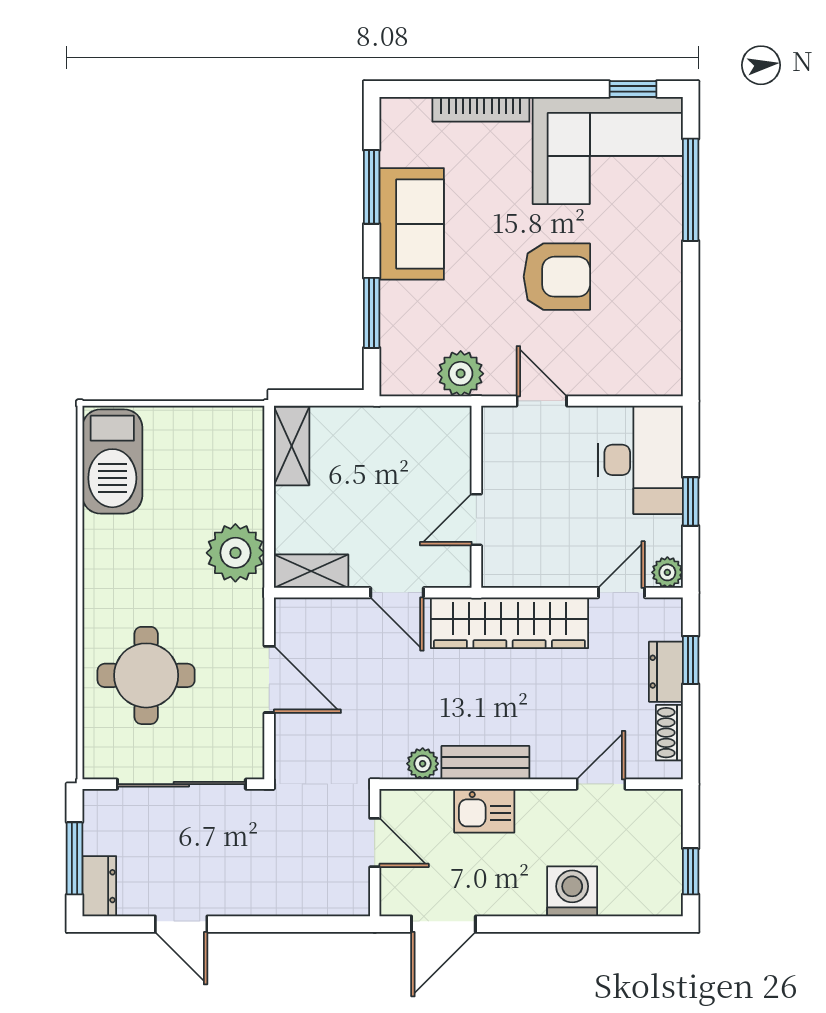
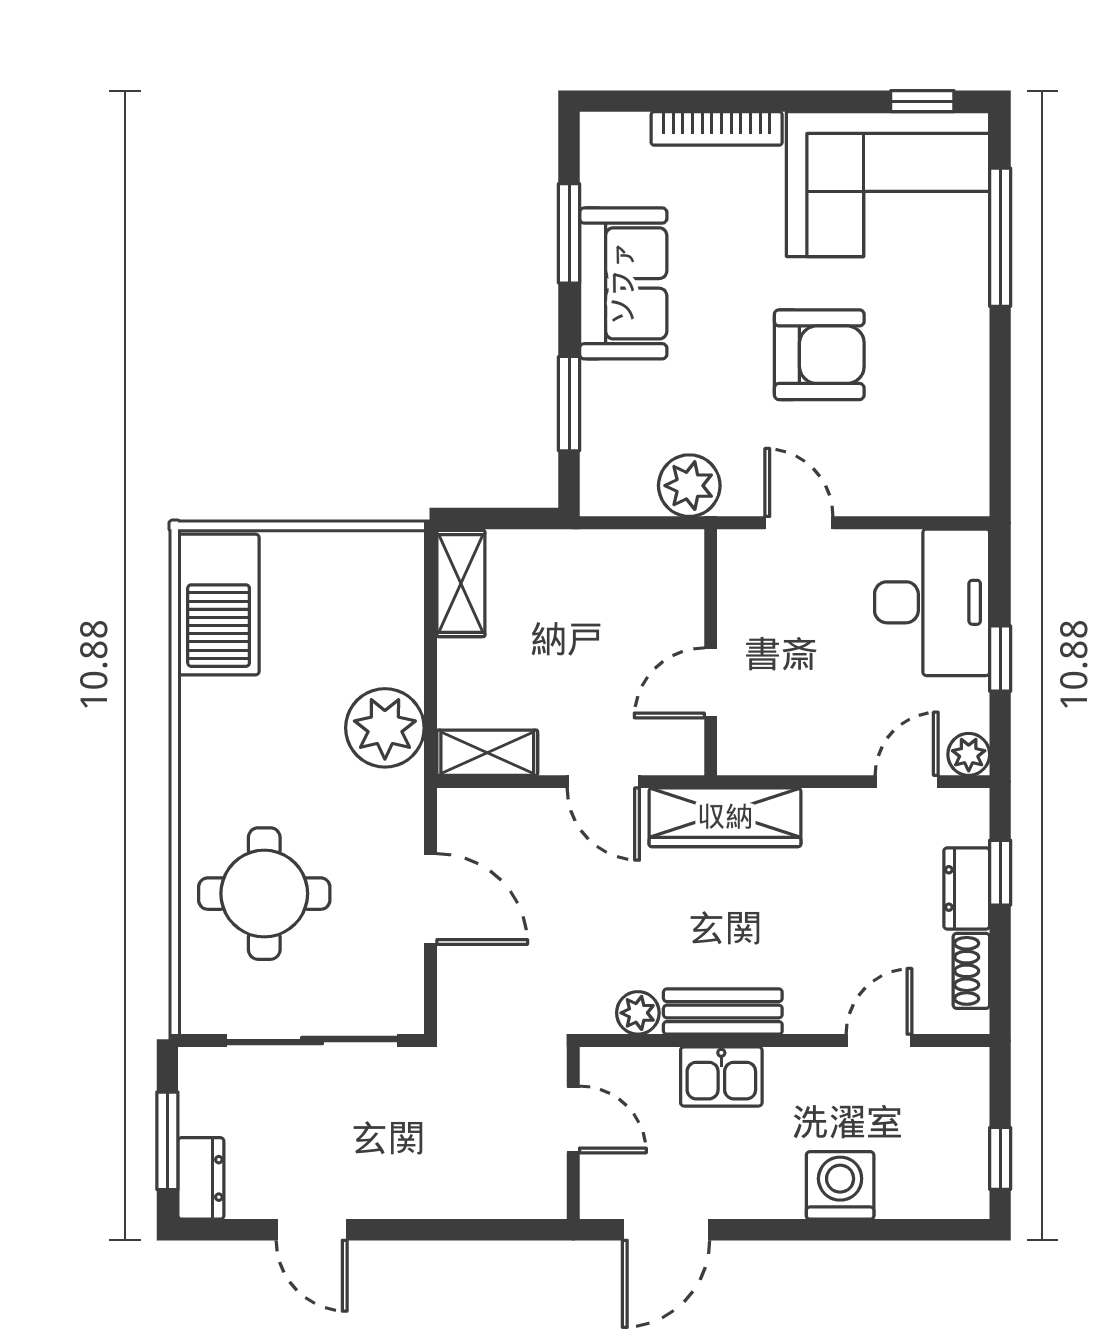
wardrobe: (509, 623) -> (725, 817), width x0.71, depth x0.85

